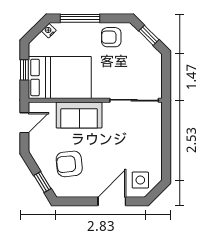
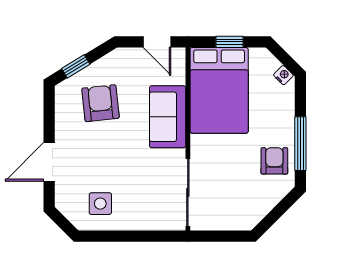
window: (80, 18) -> (300, 144), moved
window: (149, 35) -> (277, 213), removed
side table: (140, 180) -> (100, 204), moved
door: (112, 201) -> (49, 162), swing flipped

